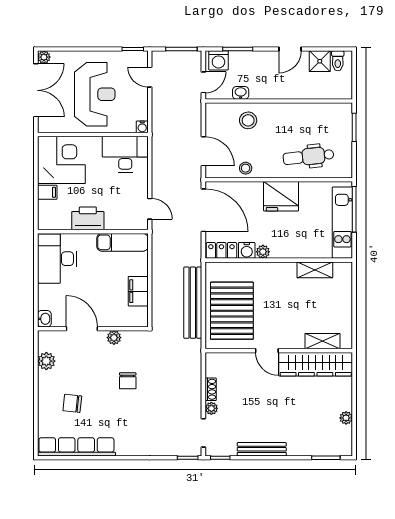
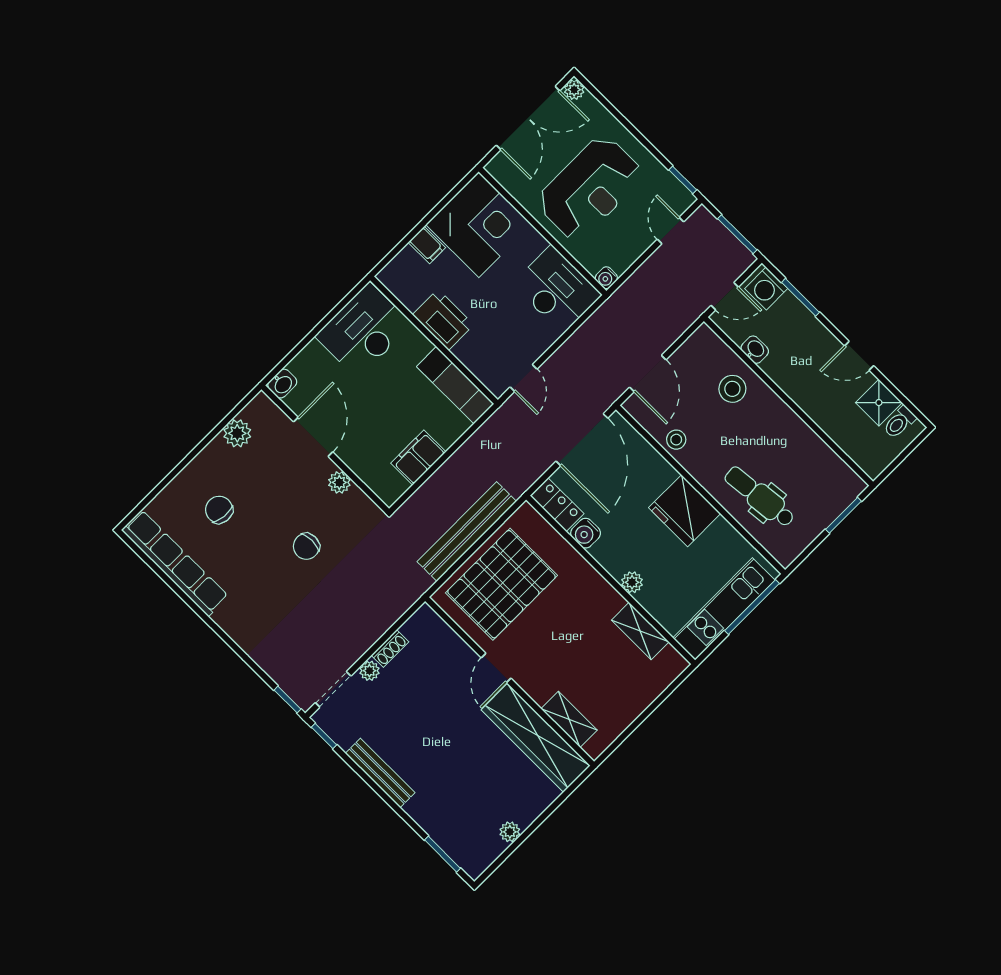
plant: (263, 252) -> (632, 582), moved

